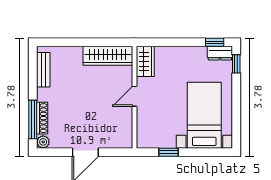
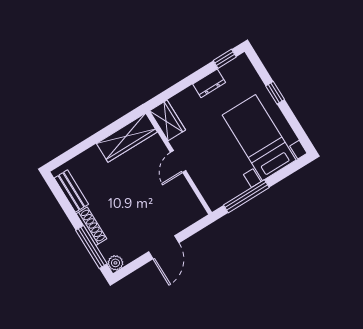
dresser: (220, 53) -> (209, 83), moved
window: (236, 64) -> (275, 93), moved
shoe rack: (42, 118) -> (91, 226), moved
window: (169, 152) -> (246, 196), width x2.17

